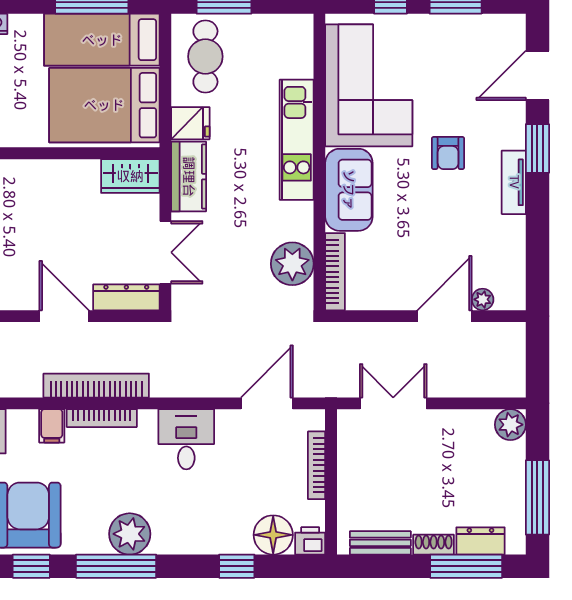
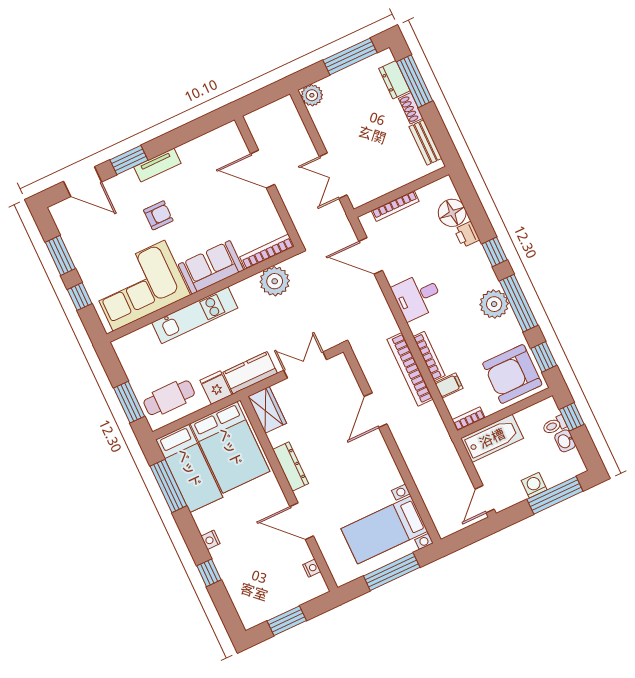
dresser: (126, 297) -> (291, 466), moved, turned 180
plant: (483, 299) -> (241, 150), removed
printer: (310, 541) -> (467, 235), moved
window: (237, 566) -> (495, 252), moved

